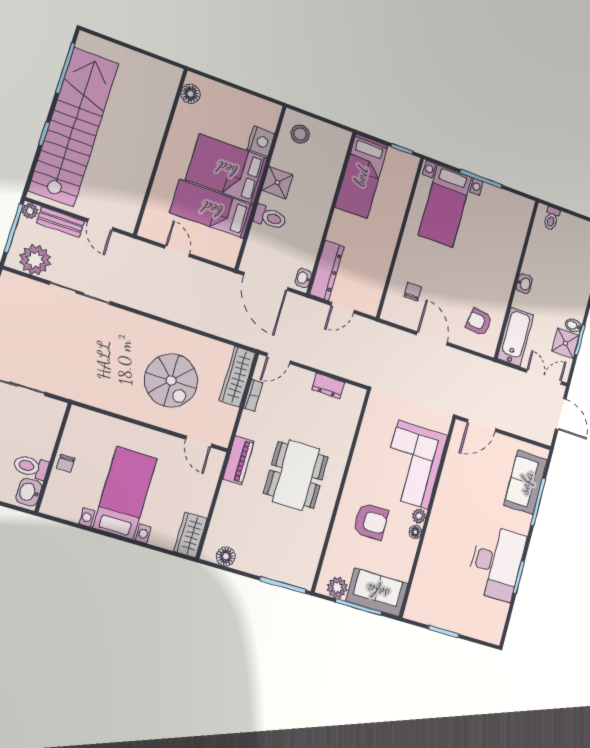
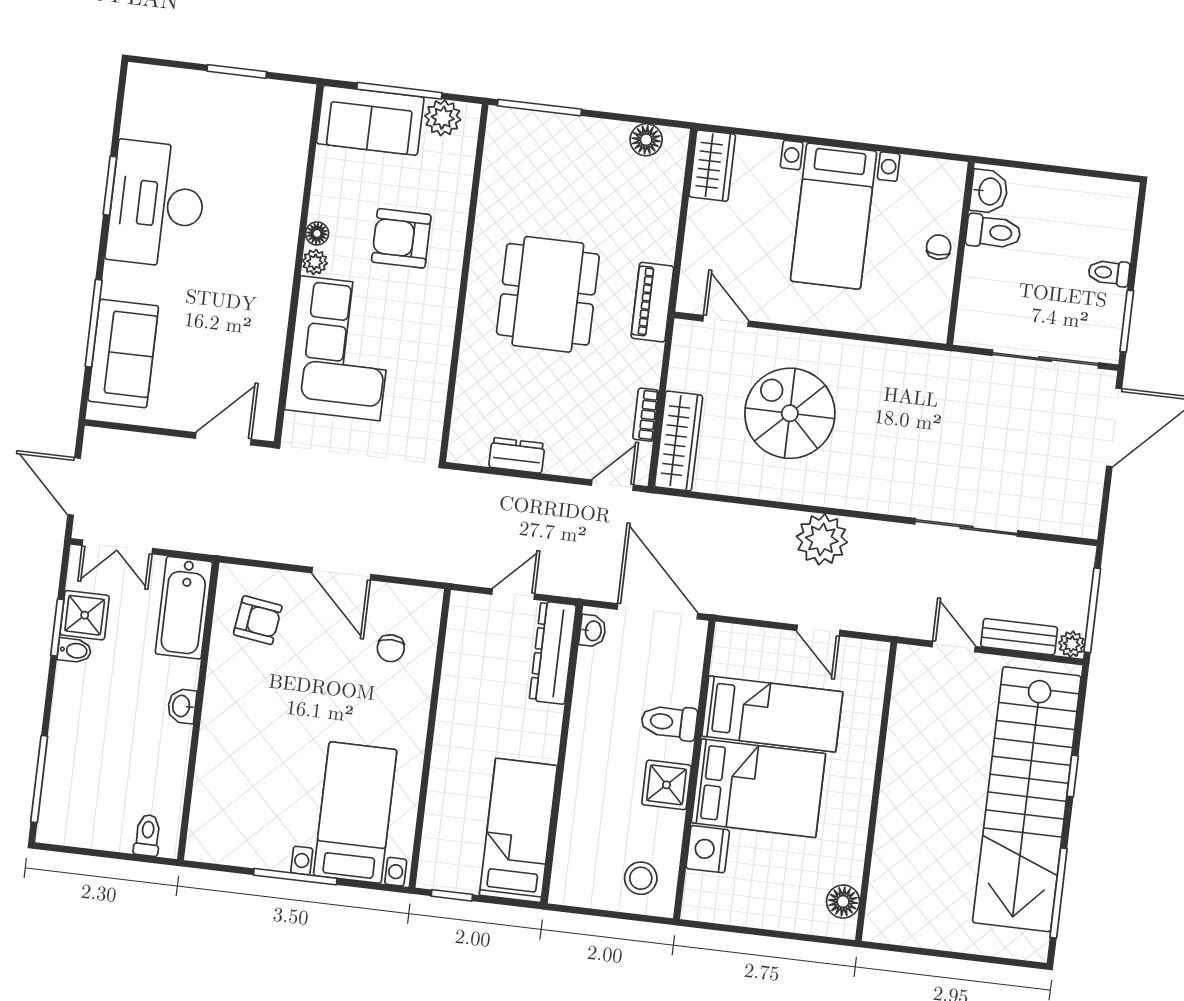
plant: (35, 260) -> (822, 539), moved

